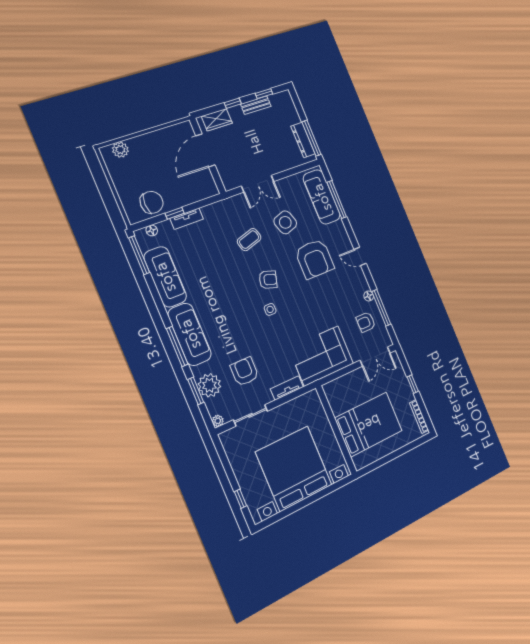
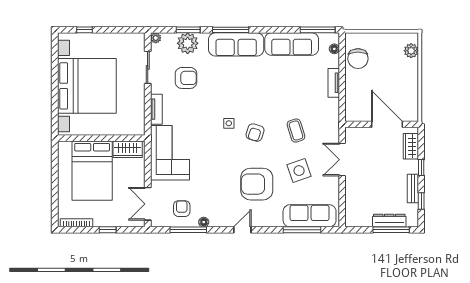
window: (311, 138) -> (391, 230), moved
dresser: (303, 140) -> (389, 221), moved
window: (175, 213) -> (342, 74), removed
wardrobe: (335, 399) -> (128, 149), added

